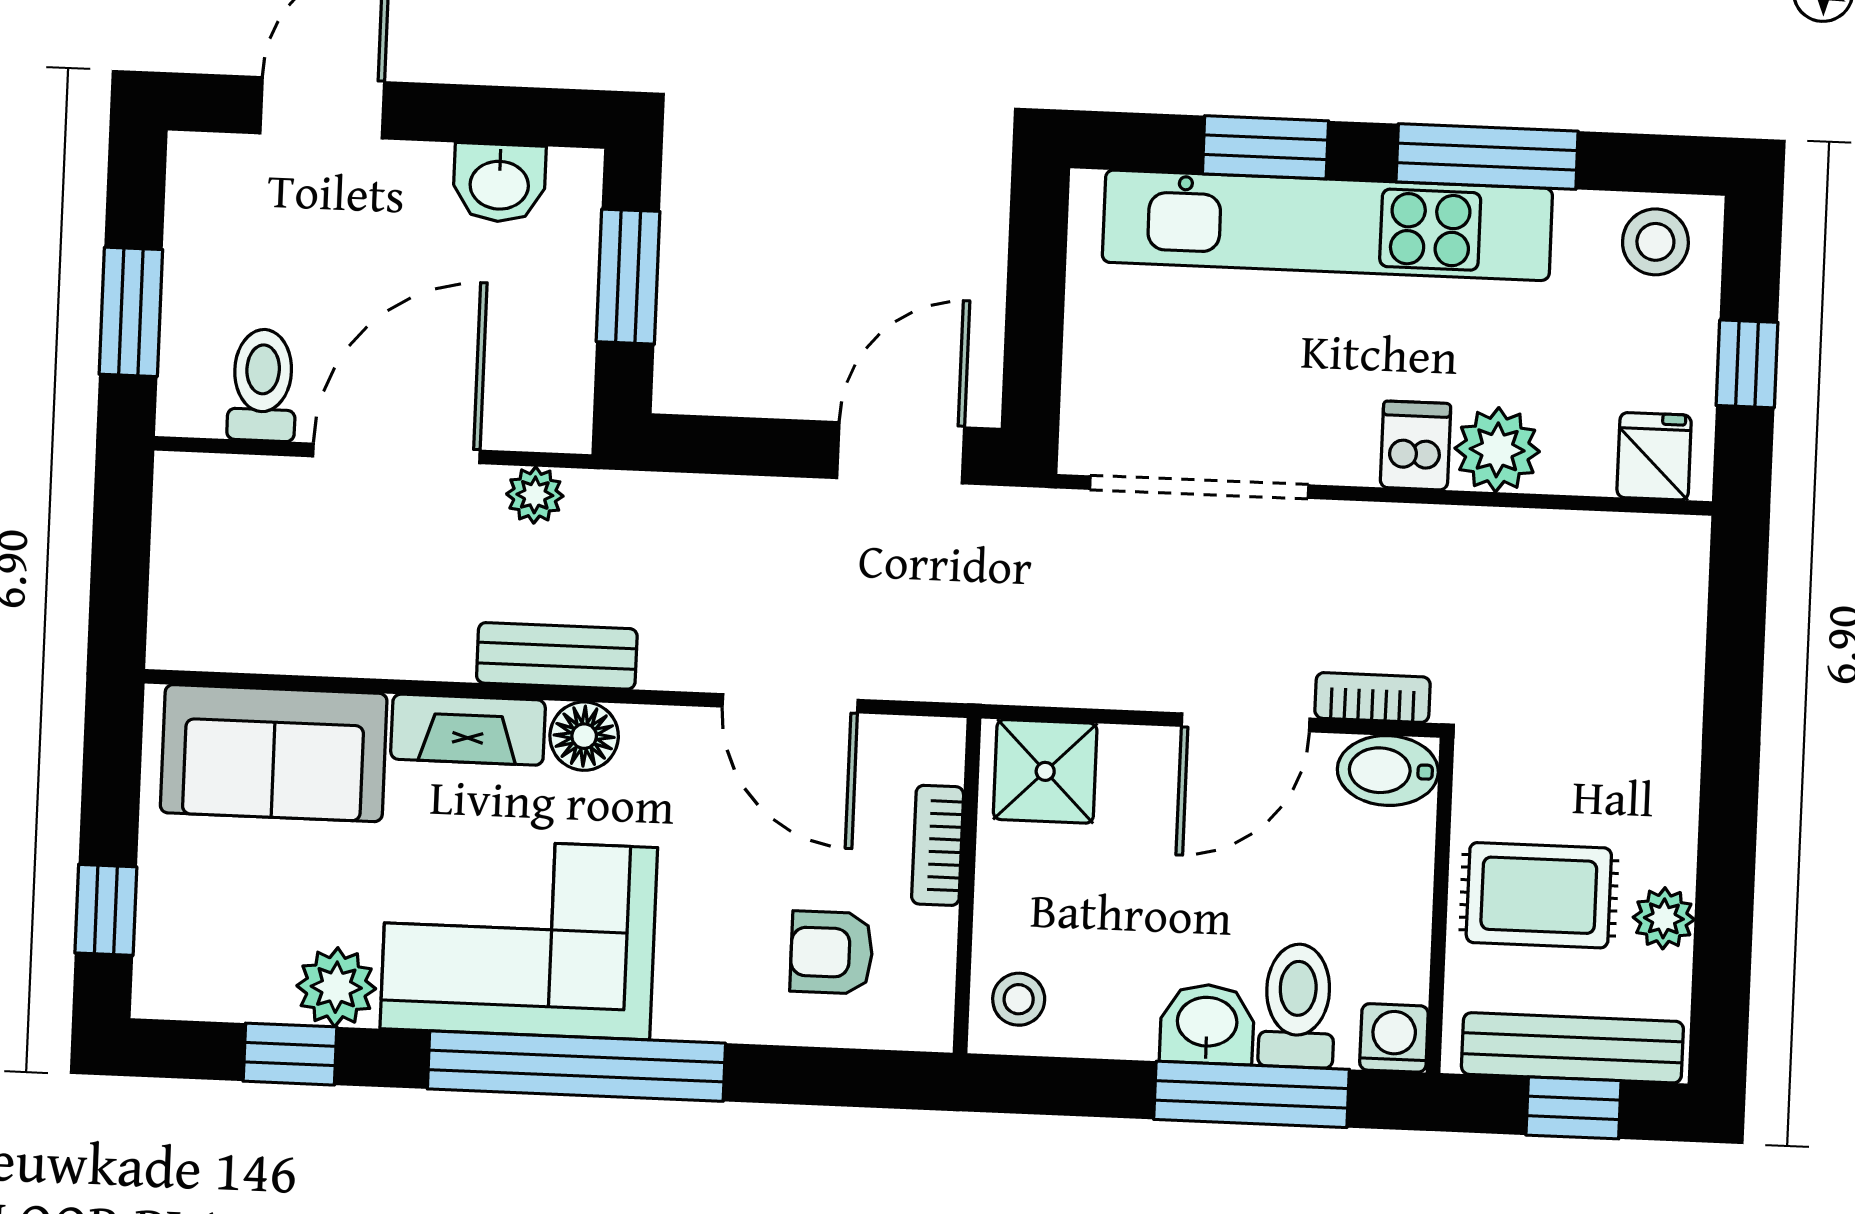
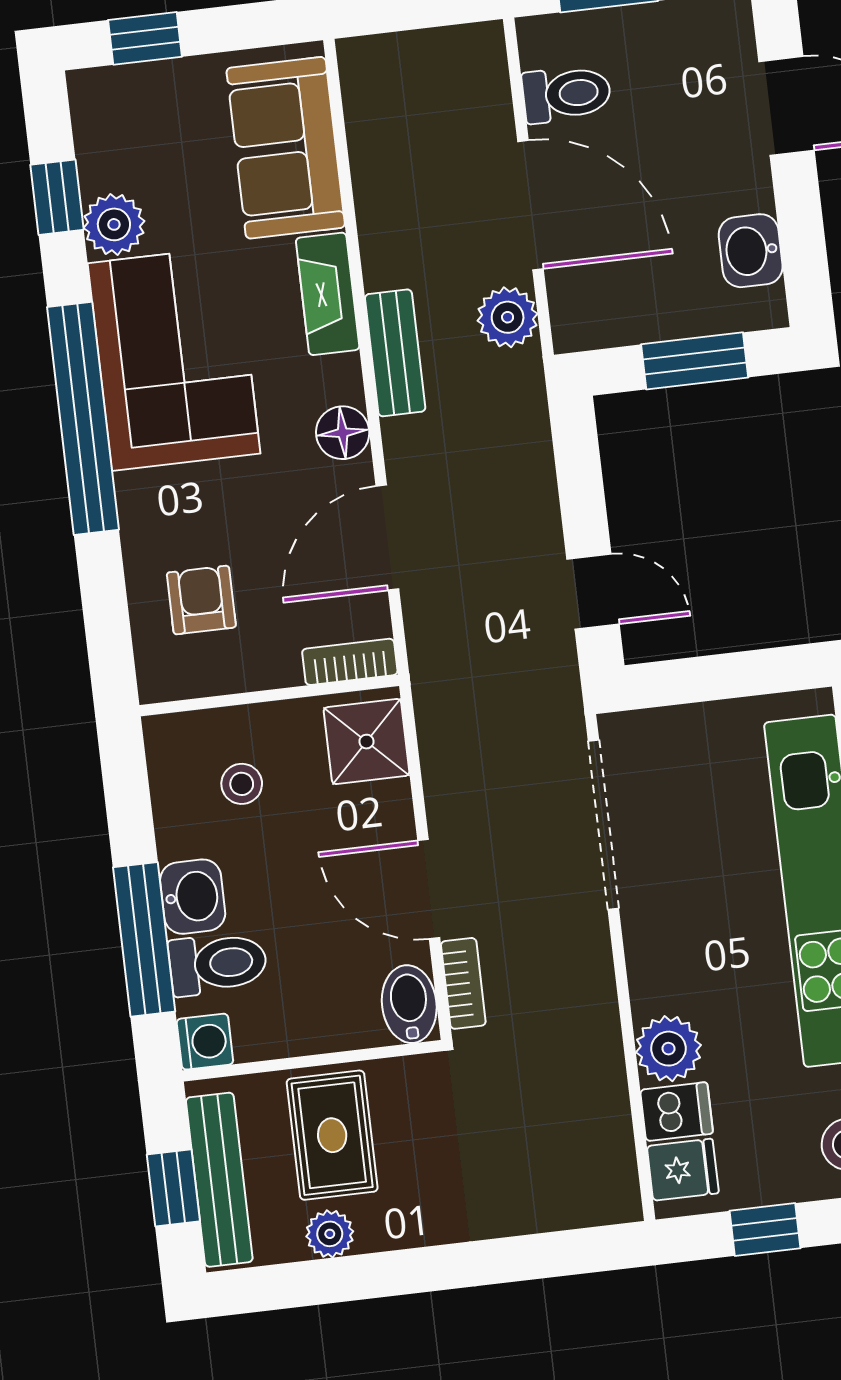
dishwasher: (1415, 446) -> (677, 1112), moved
door: (901, 453) -> (593, 592), width x0.73
plant: (535, 495) -> (508, 317), width x1.38, depth x1.38
floor lamp: (584, 736) -> (343, 433), moved
bookcase: (938, 845) -> (350, 662), moved
stool: (1019, 999) -> (242, 784), moved

